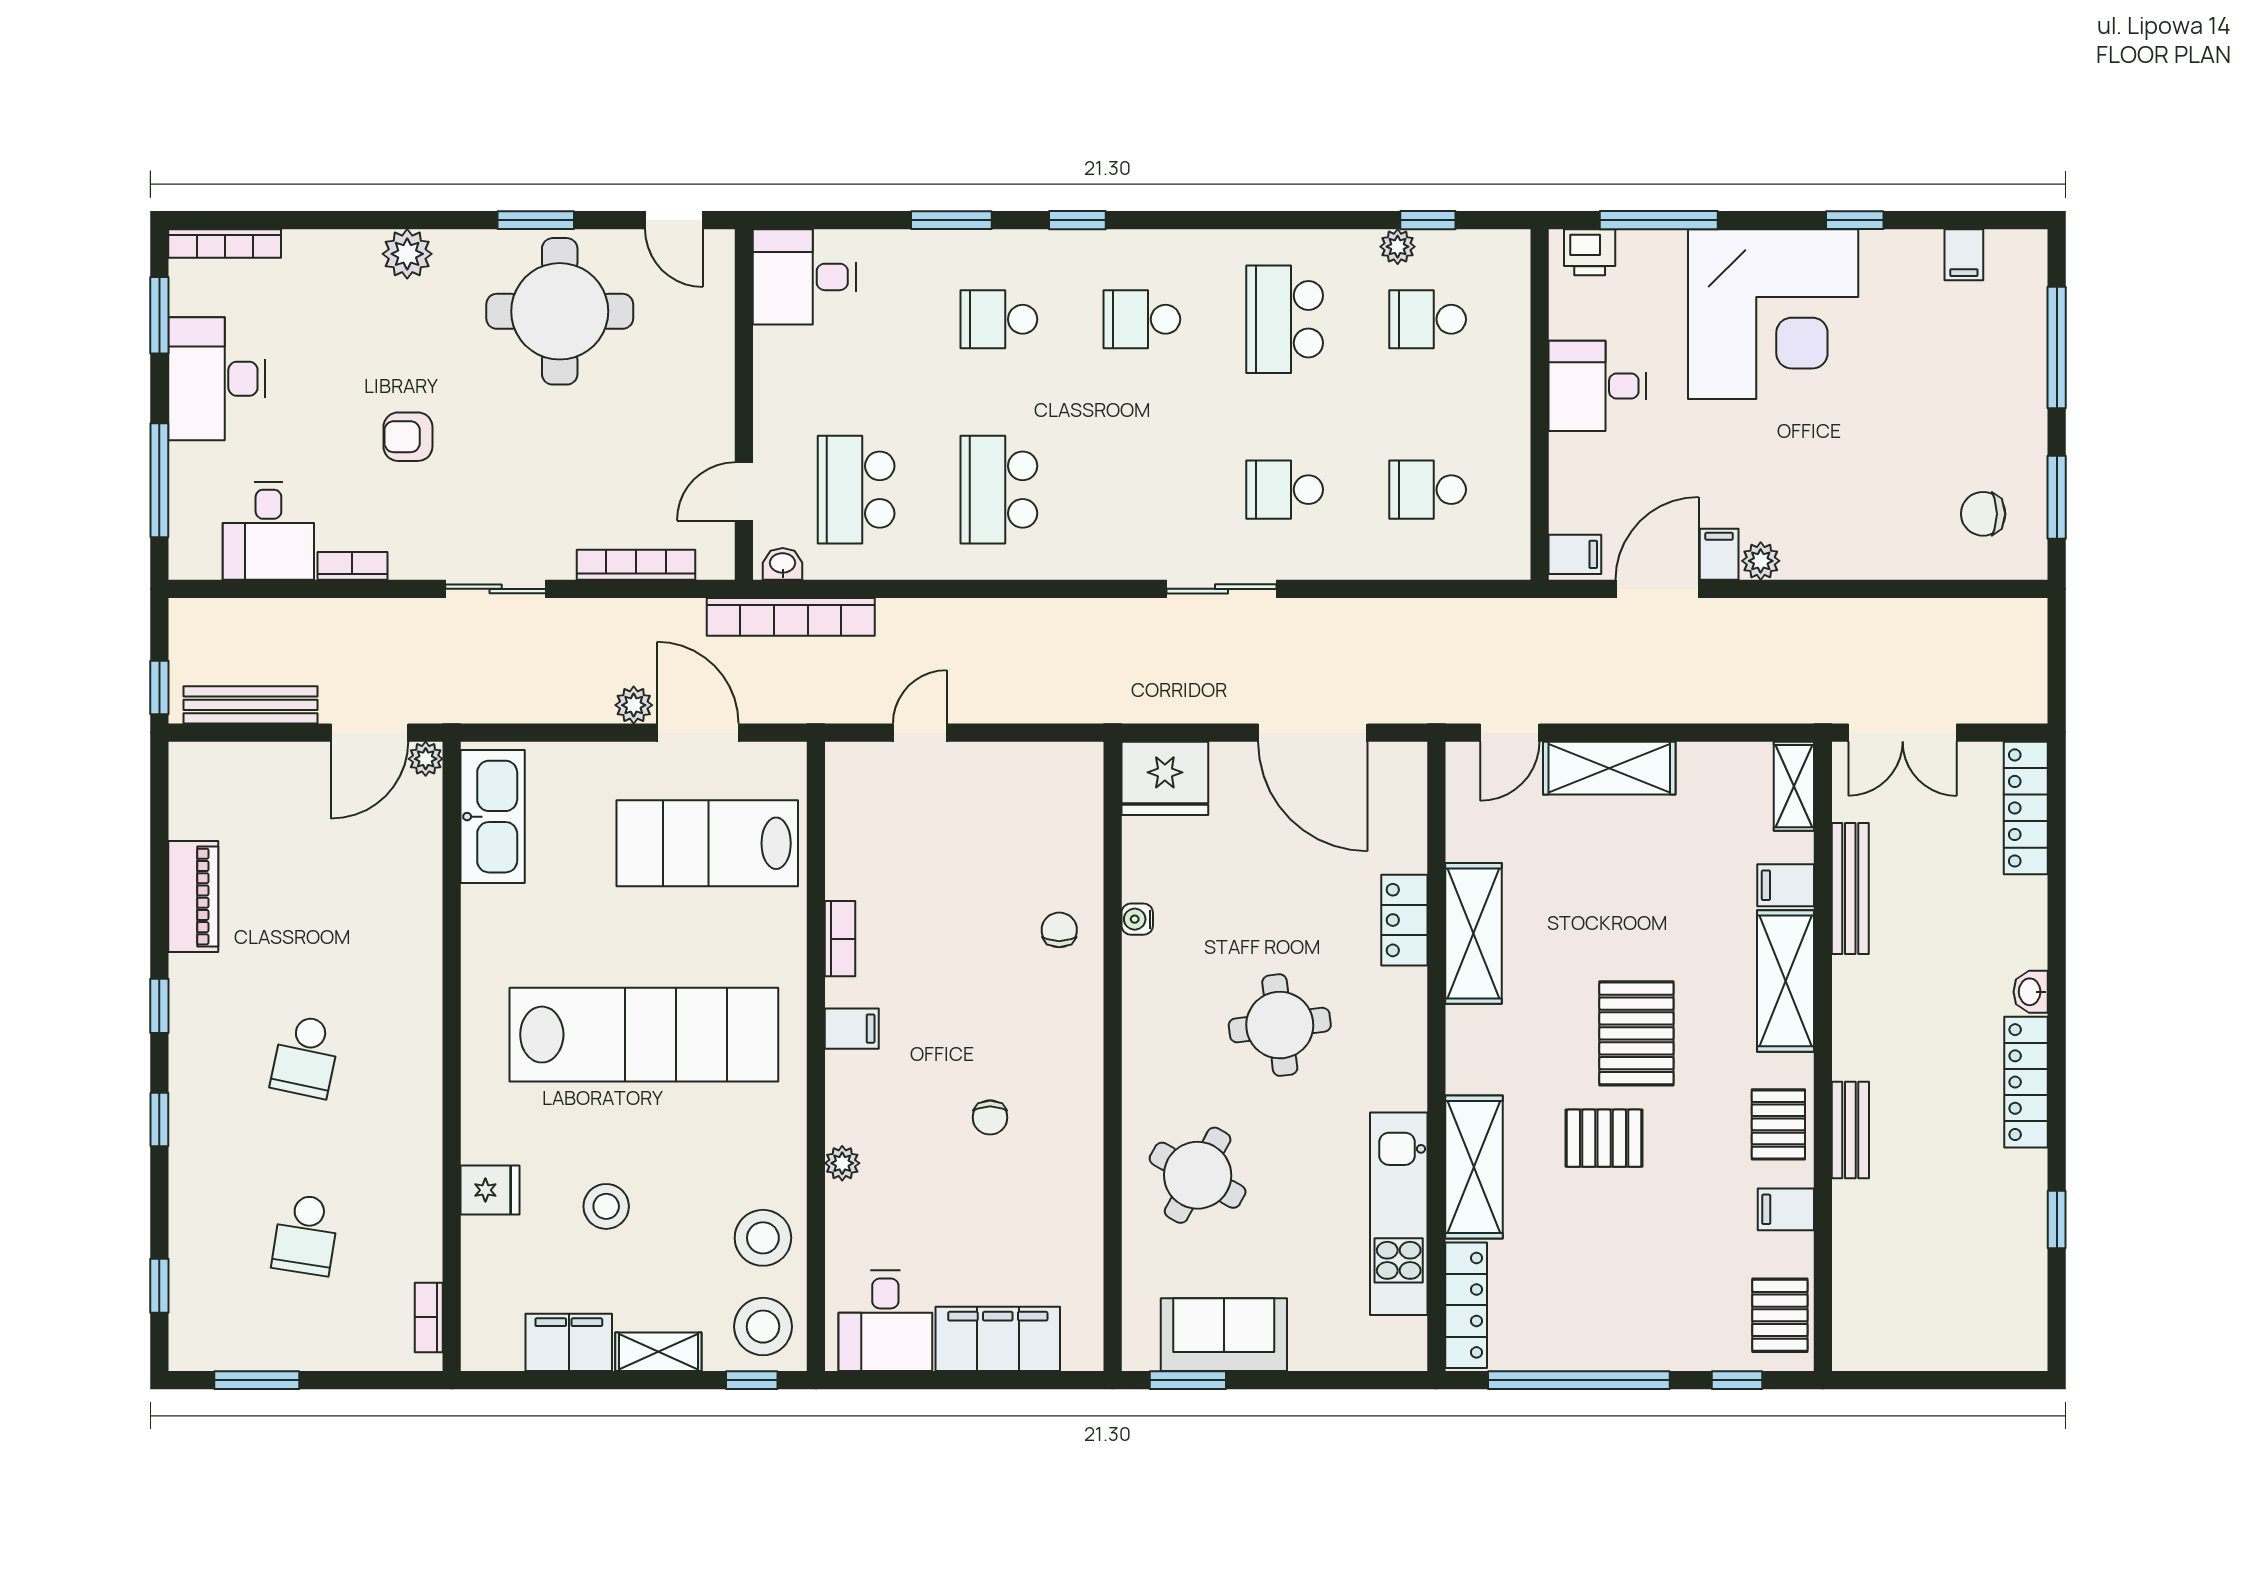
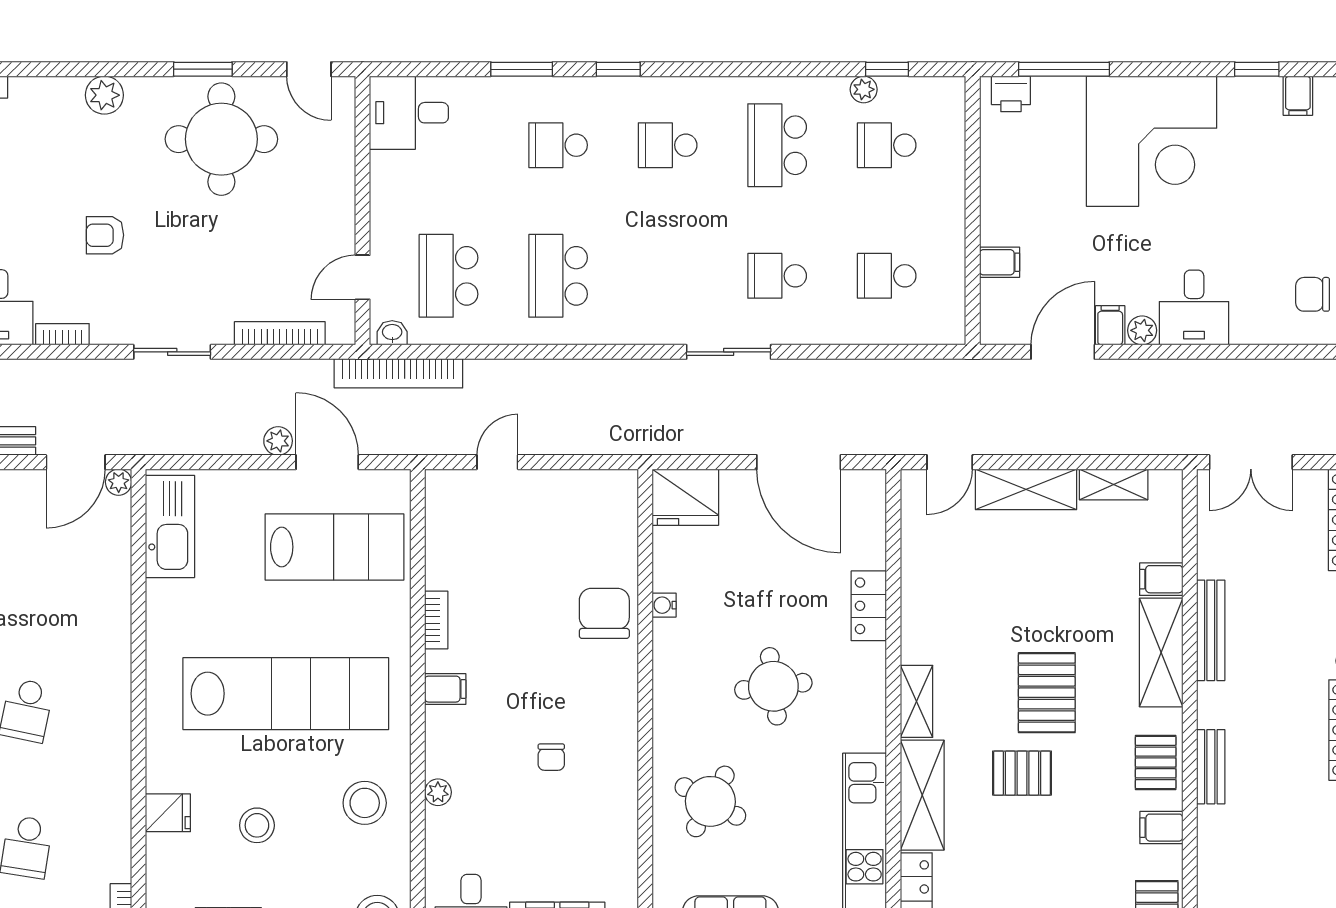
window: (1855, 220) -> (1257, 69), moved
desk: (1597, 386) -> (1194, 308), moved, turned -90
filing cabinet: (1575, 554) -> (1000, 262), moved
shelving: (1794, 786) -> (1114, 484), moved, turned 90
lab bench: (707, 843) -> (334, 547), turned 180
bench: (1850, 888) -> (1211, 630), moved
chair: (1059, 930) -> (604, 613), width x1.87, depth x1.87
shelving: (1473, 933) -> (916, 701), moved, width x0.67, depth x0.75
stool: (763, 1238) -> (365, 803), moved

